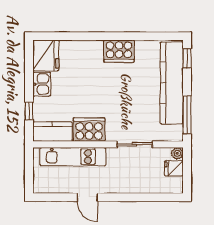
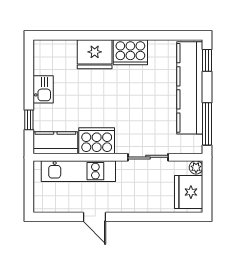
fridge: (46, 55) -> (95, 54), moved, turned 90
fridge: (174, 168) -> (189, 192), width x1.88, depth x1.34

